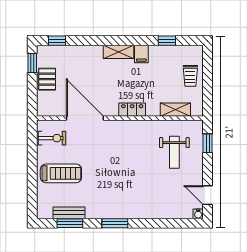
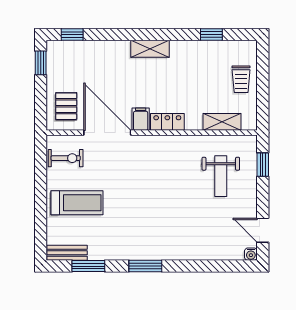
filing cabinet: (141, 54) -> (141, 119), moved, turned 180
pallet: (47, 79) -> (66, 106), moved
bench: (69, 213) -> (67, 253), moved

